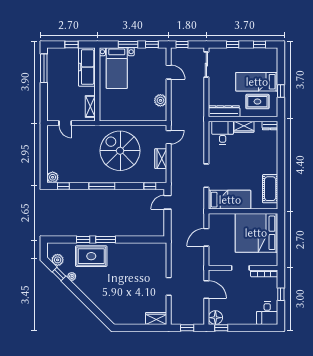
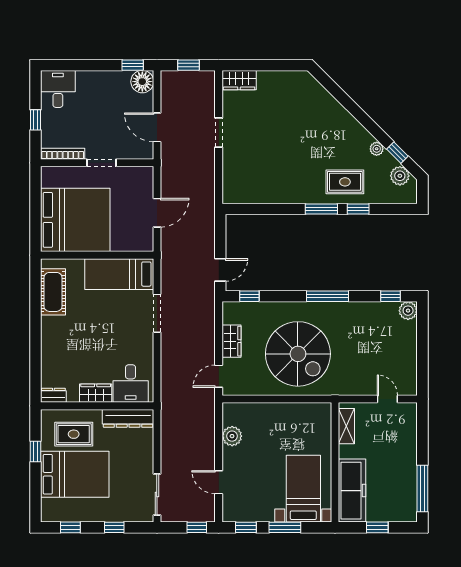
bed: (257, 82) -> (75, 474), width x1.50
rug: (91, 256) -> (345, 182), width x0.73, depth x0.70

